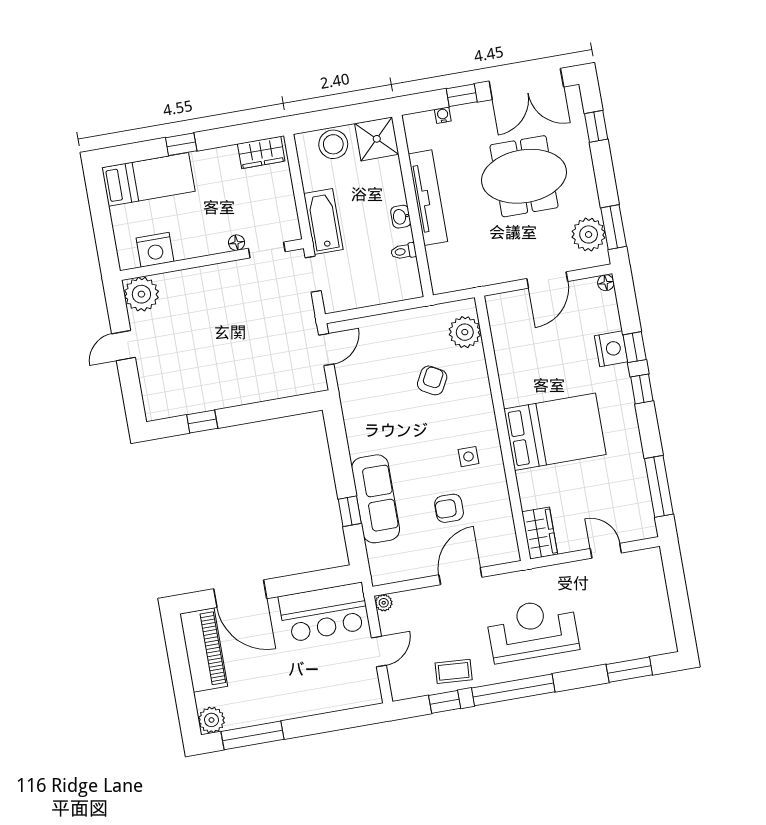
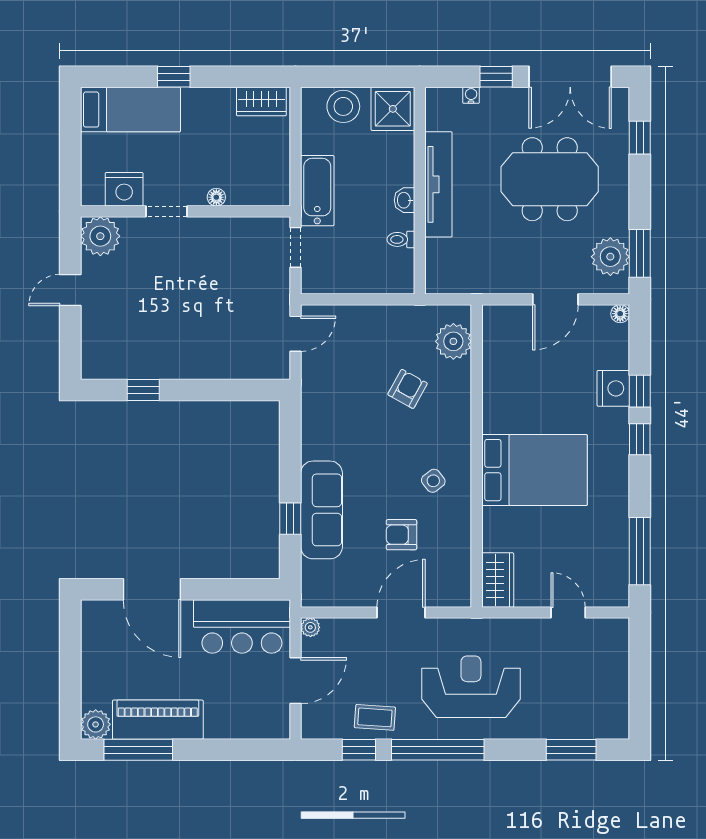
doorway: (267, 250) -> (166, 211), moved
side table: (468, 457) -> (433, 481), turned -38
piano: (204, 650) -> (158, 720), moved, turned -90
door: (379, 651) -> (295, 681), width x1.38

